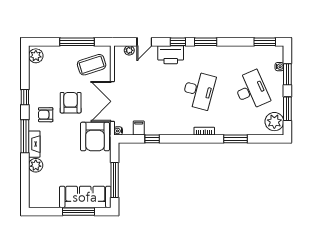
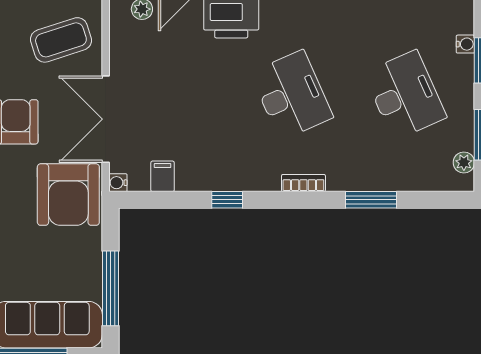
desk: (199, 90) -> (292, 95), turned -39
plant: (274, 122) -> (464, 163), width x0.53, depth x0.53
window: (152, 139) -> (227, 200), moved

